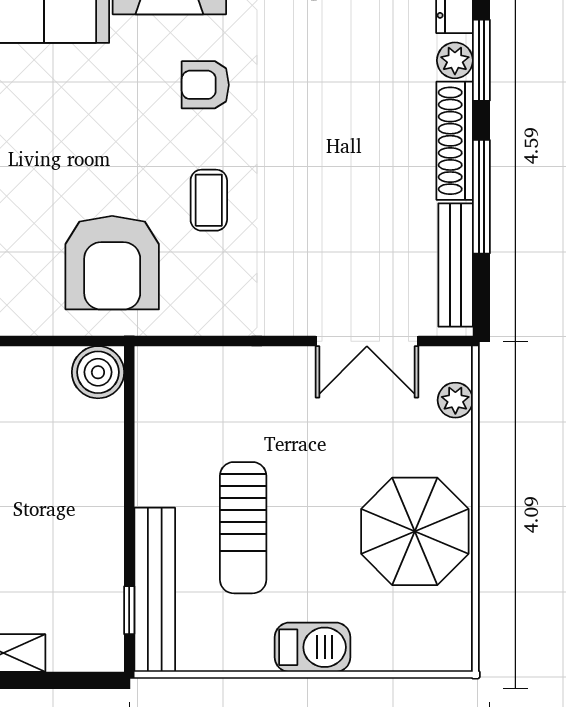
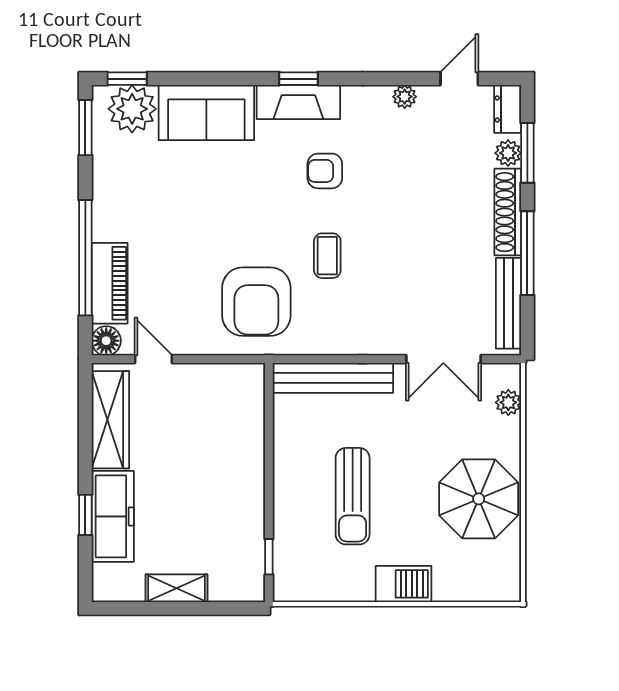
boiler: (98, 372) -> (246, 382), removed
bench: (155, 590) -> (333, 378), moved, turned 90

